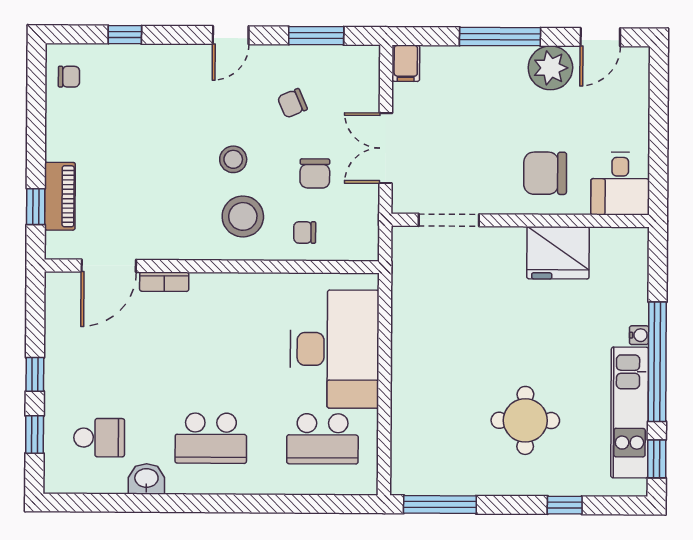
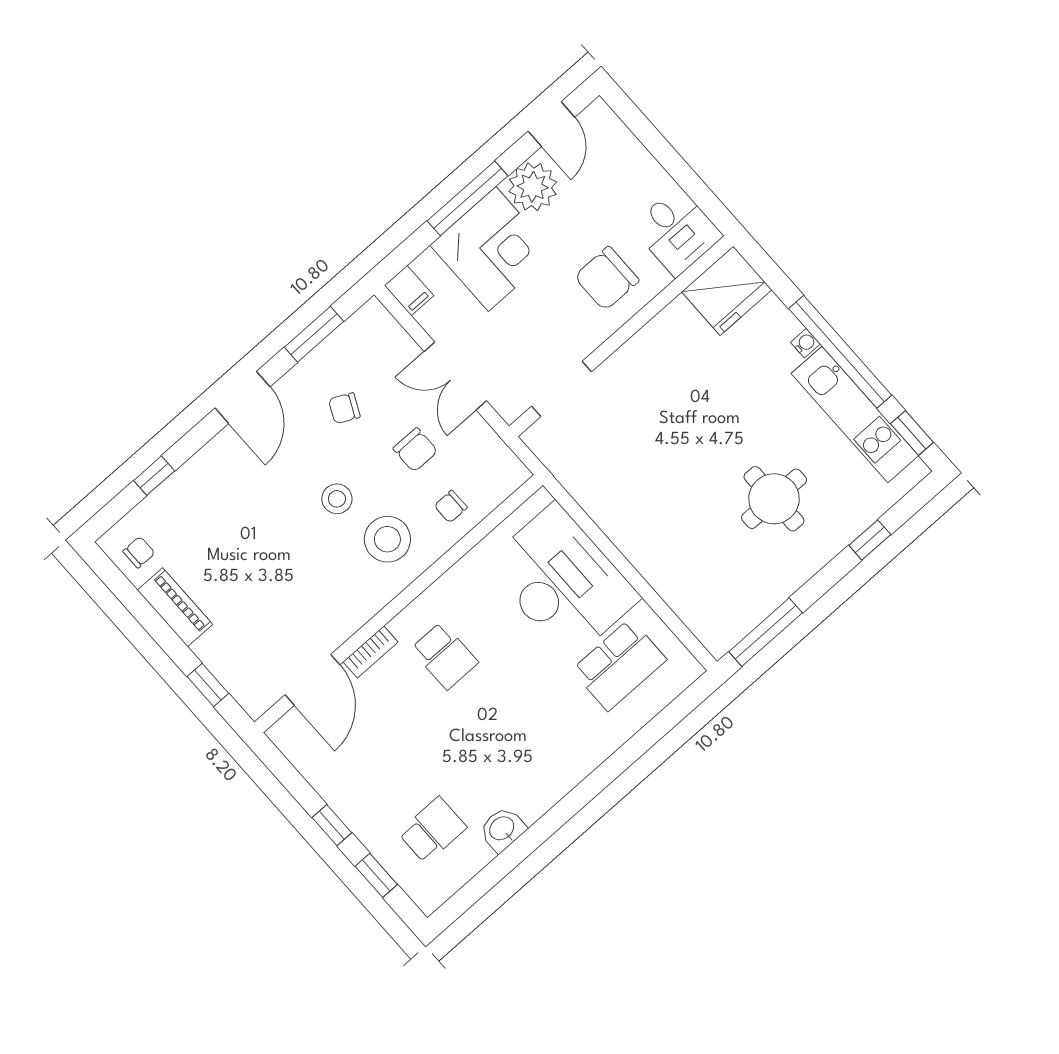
door: (231, 35) -> (243, 397), width x1.38
corner desk: (486, 85) -> (492, 249), added
chair: (292, 103) -> (344, 408), turned 49
piano: (60, 196) -> (175, 607), moved
fridge: (558, 253) -> (727, 291), moved
school desk: (211, 438) -> (444, 656), moved, width x0.54

